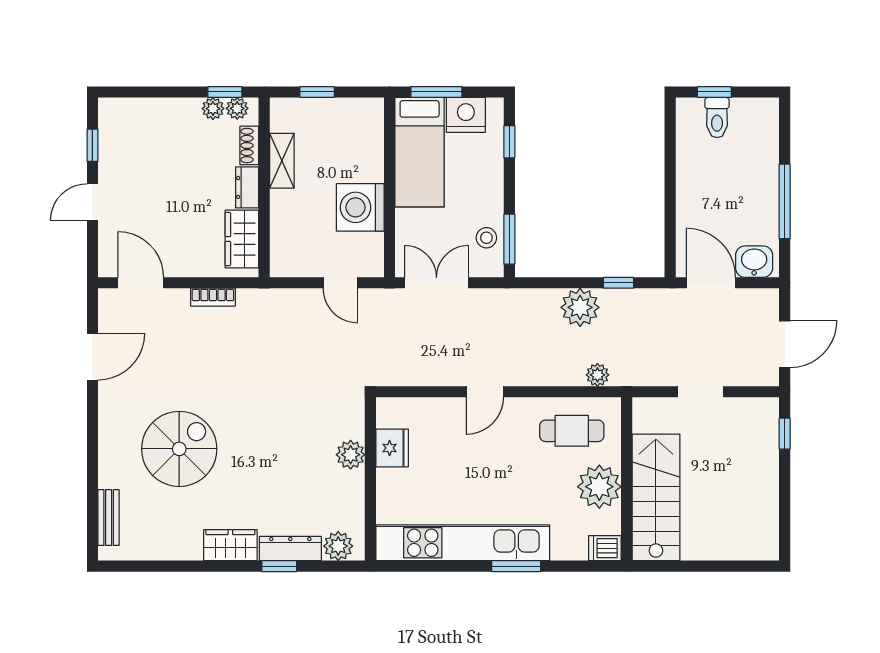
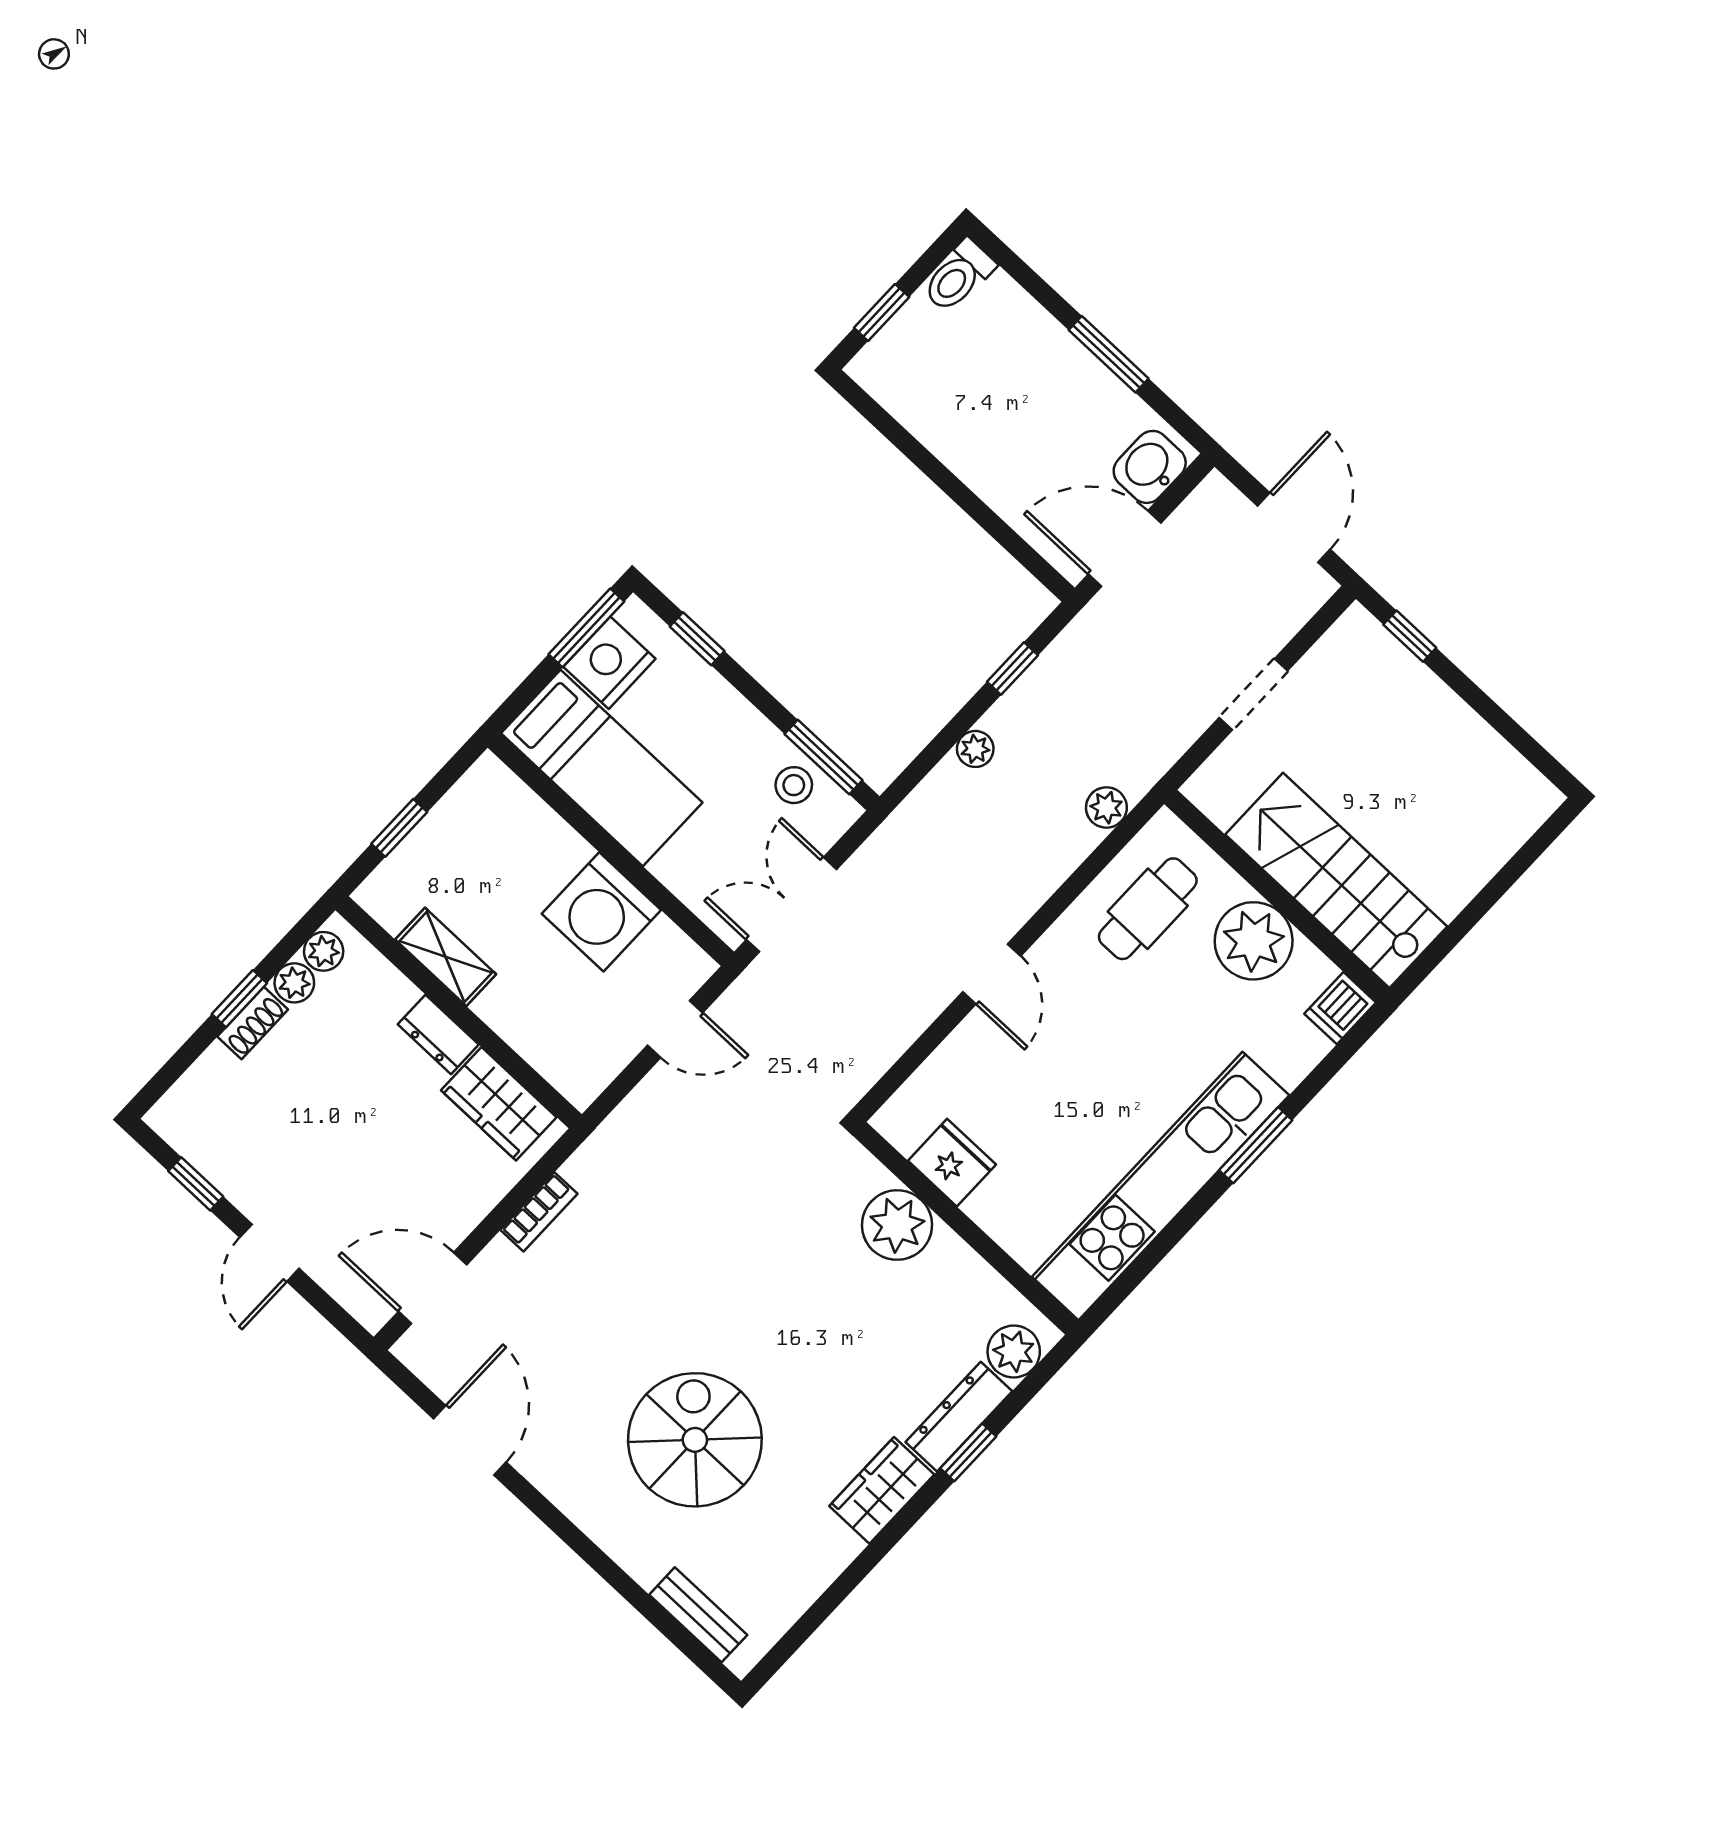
window: (225, 92) -> (239, 999), moved
window: (436, 92) -> (586, 628), moved
toilet: (717, 118) -> (959, 276), moved, turned 90
shoe rack: (249, 145) -> (253, 1023), moved, turned -90
window: (785, 201) -> (1109, 354), width x0.69
plant: (580, 307) -> (975, 749), width x0.53, depth x0.53
plant: (351, 455) -> (897, 1225), width x1.36, depth x1.36

